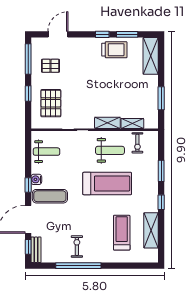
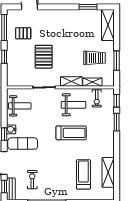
window: (102, 34) -> (67, 7), removed
trolley: (114, 50) -> (94, 58), moved
pallet: (51, 103) -> (44, 57), moved
treadmill: (107, 184) -> (71, 133), width x0.73, depth x0.73
window: (161, 202) -> (117, 101), moved
exercise bike: (77, 246) -> (32, 180), moved

